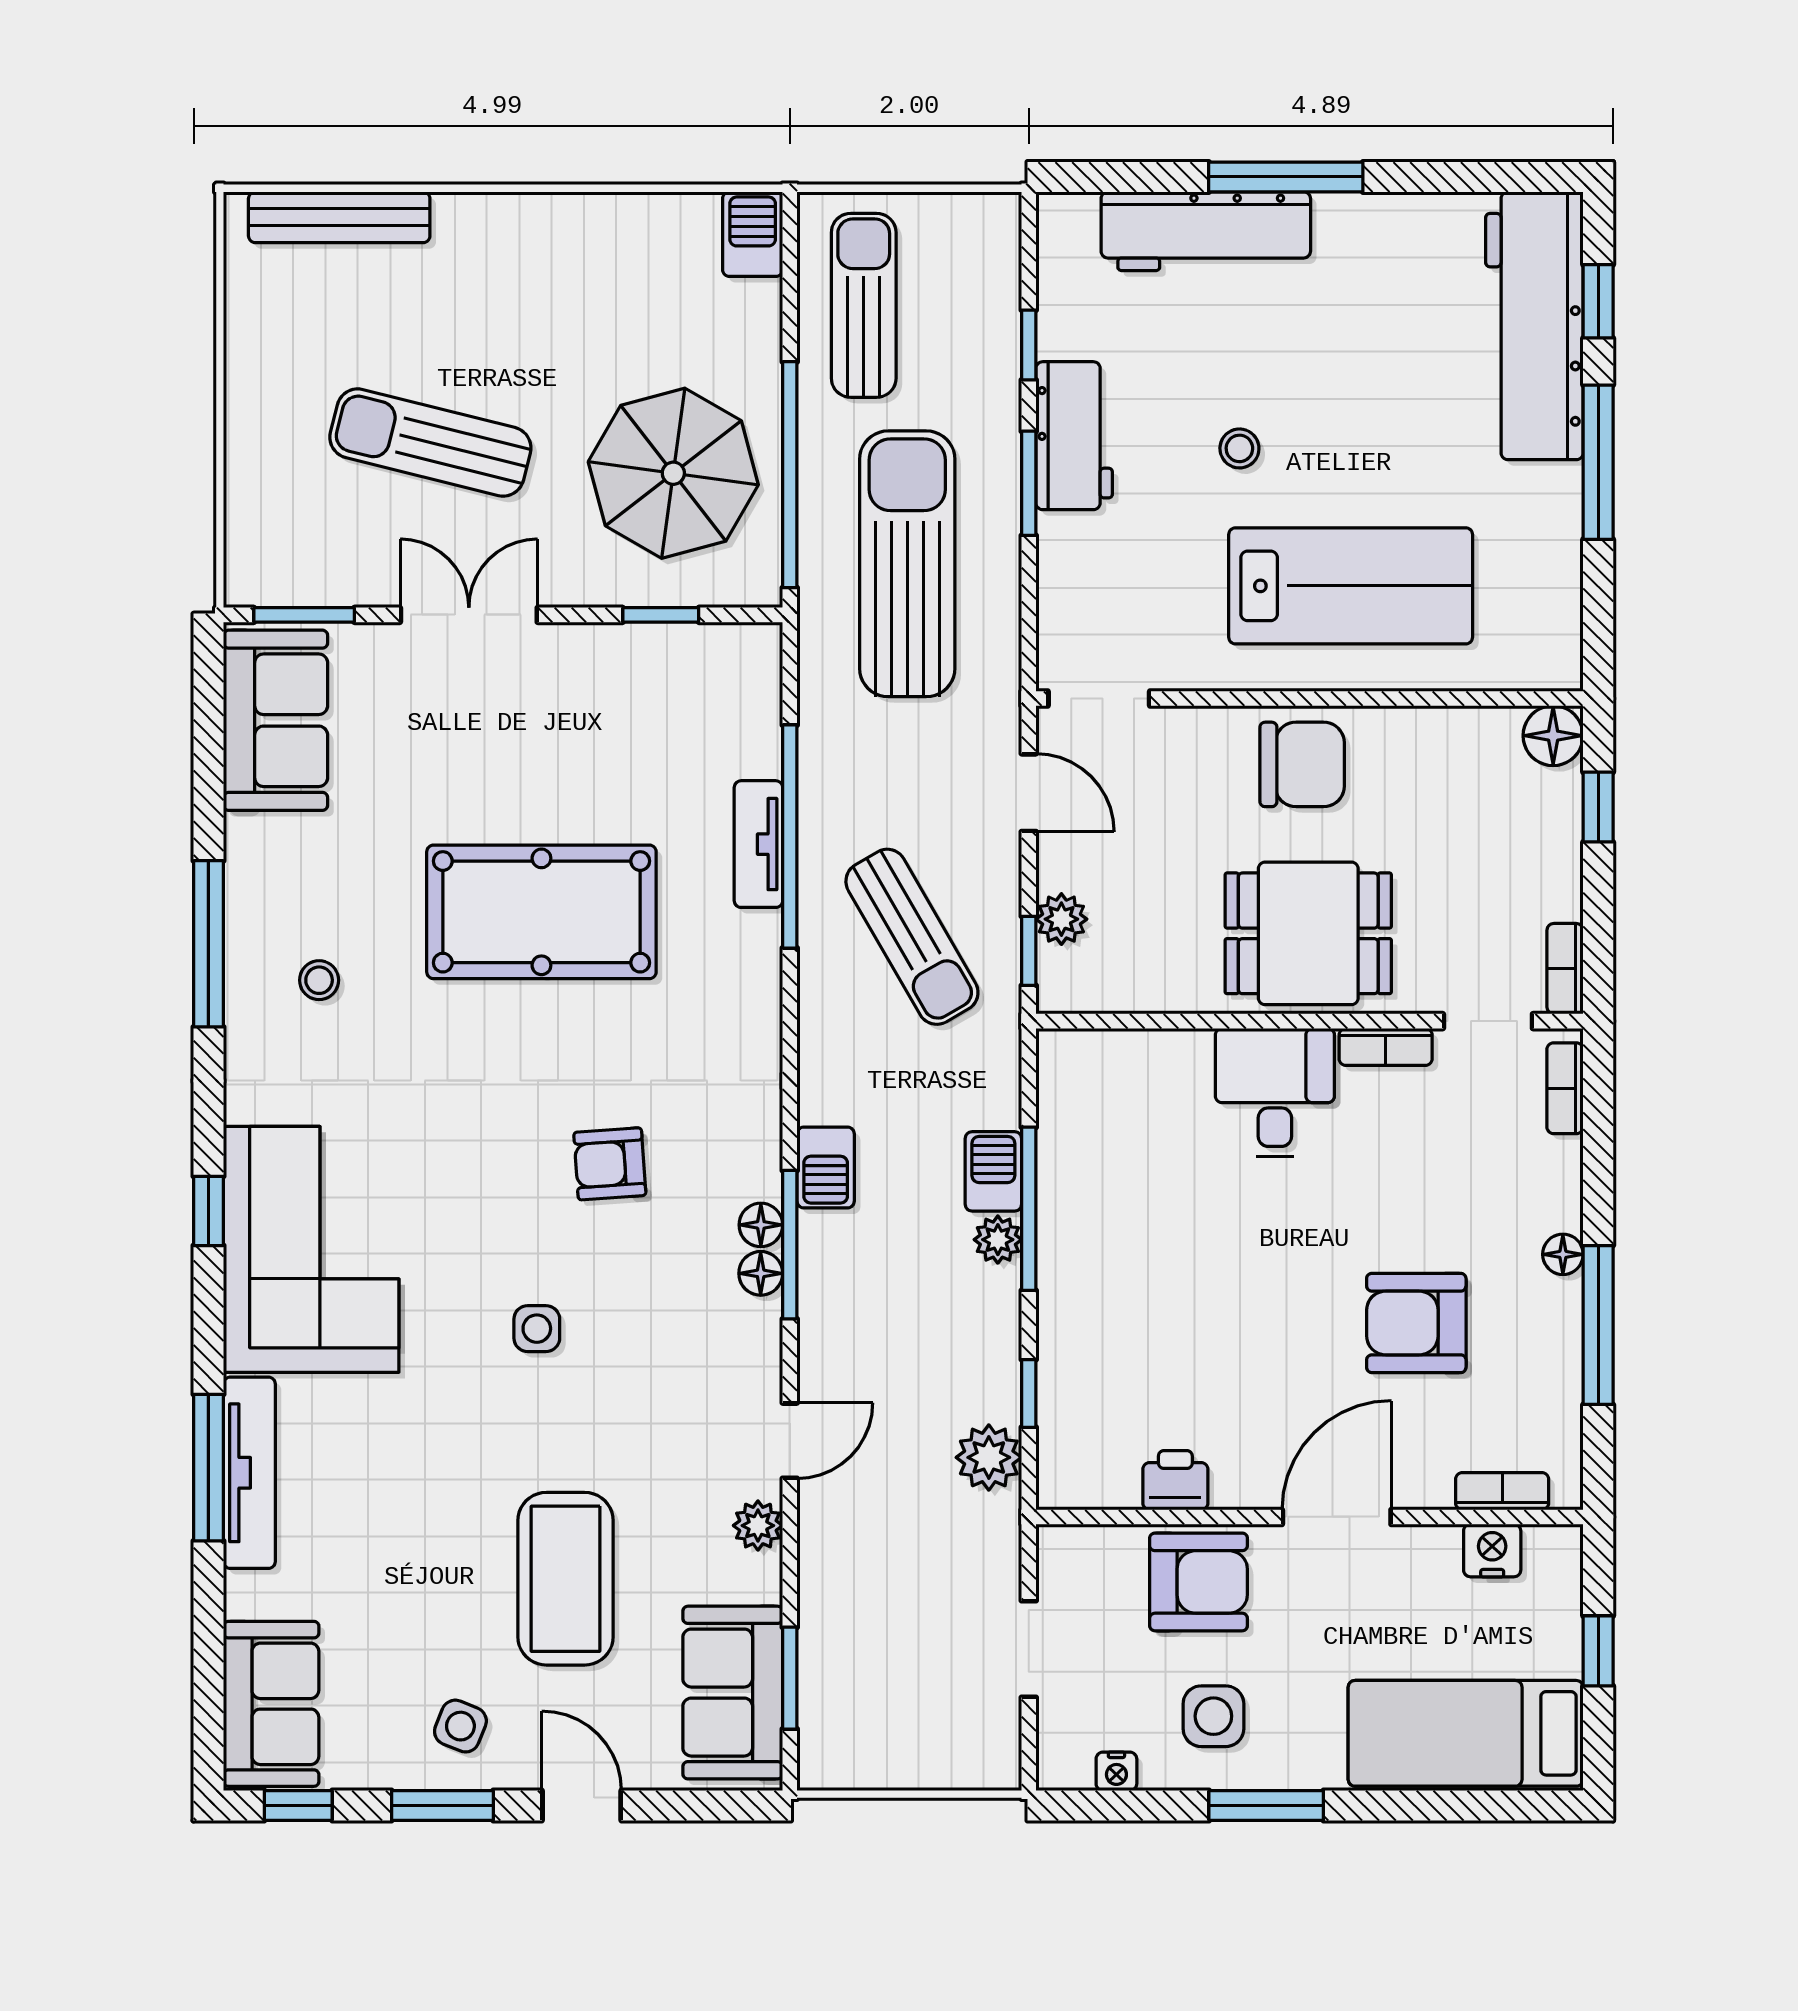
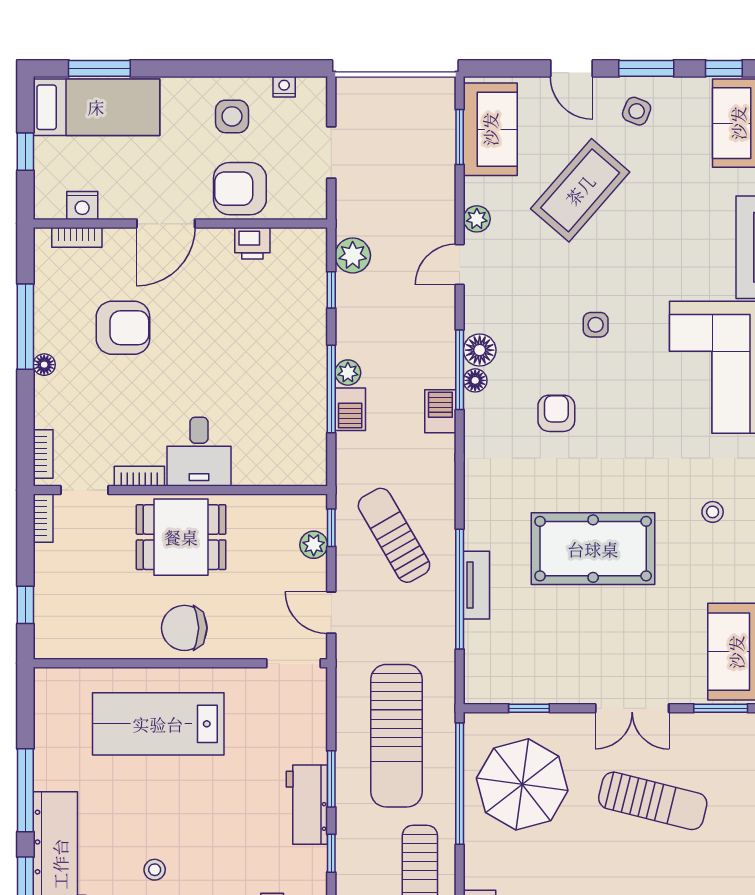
stool: (1239, 448) -> (155, 870), moved
floor lamp: (1553, 736) -> (49, 643), removed
armchair: (610, 1164) -> (556, 413), turned -86
floor lamp: (761, 1273) -> (480, 350), width x1.37, depth x1.37
coffee table: (565, 1579) -> (580, 190), turned 41
window: (1266, 1806) -> (99, 68), moved

